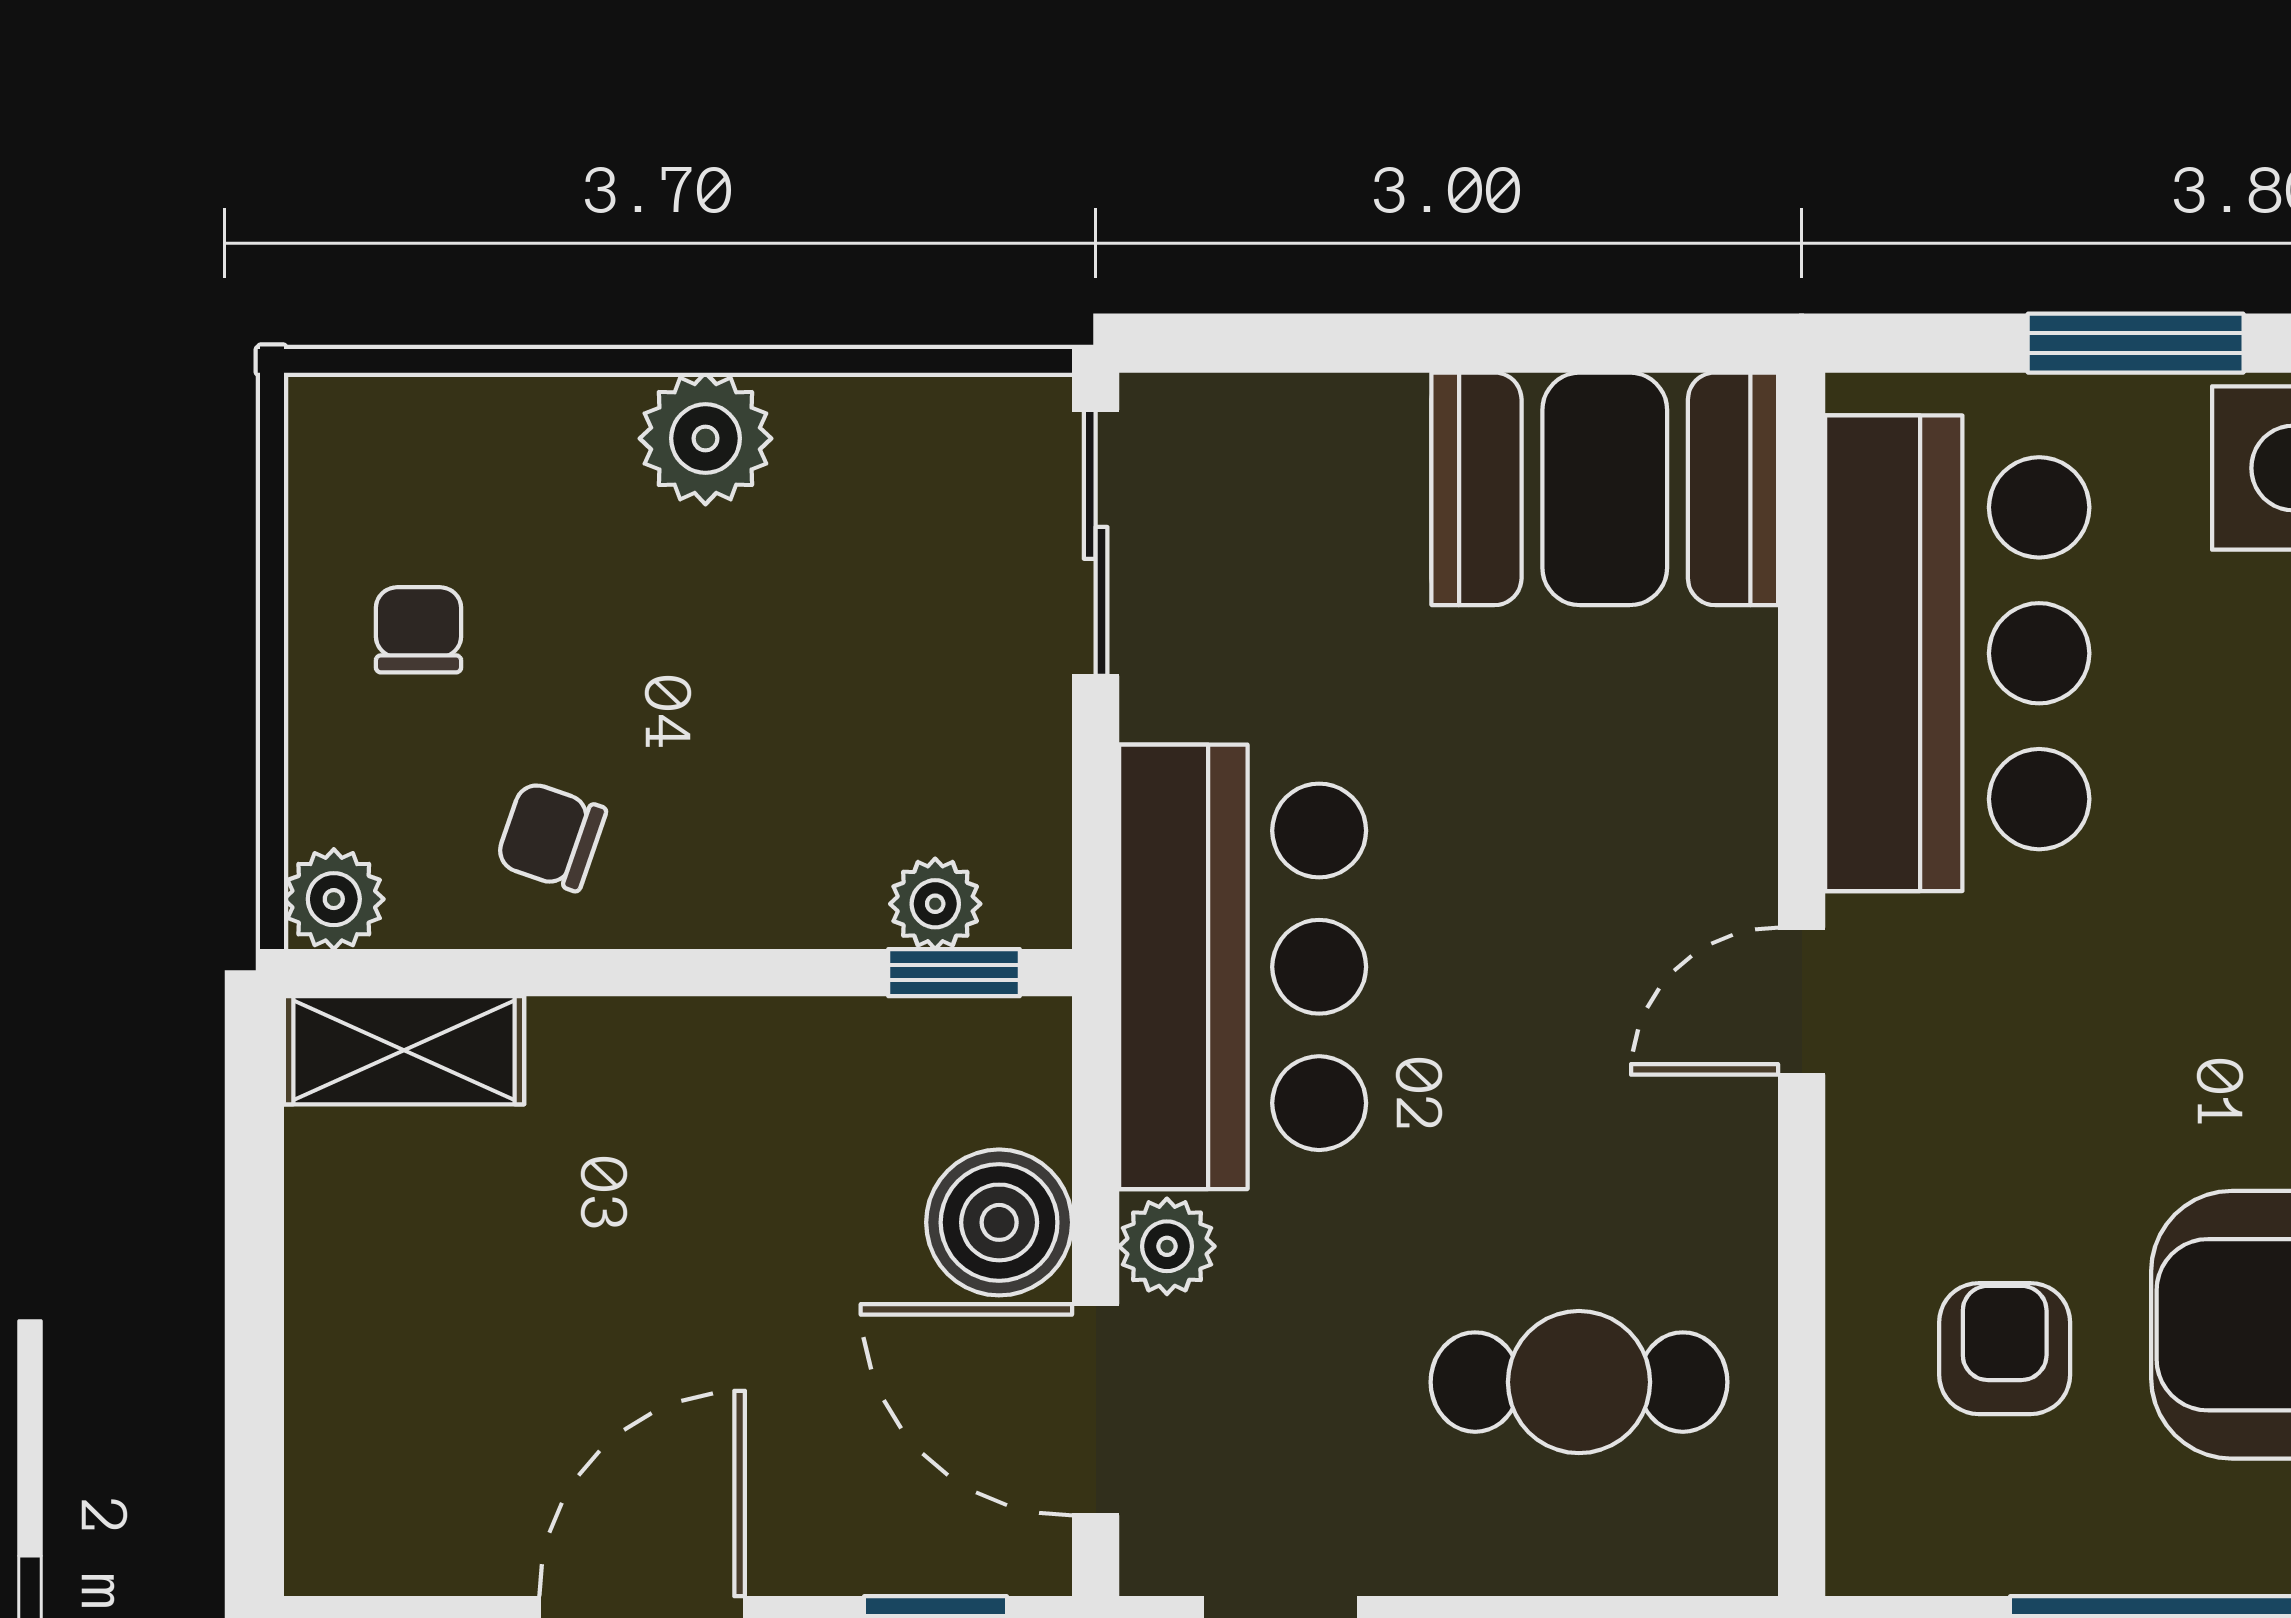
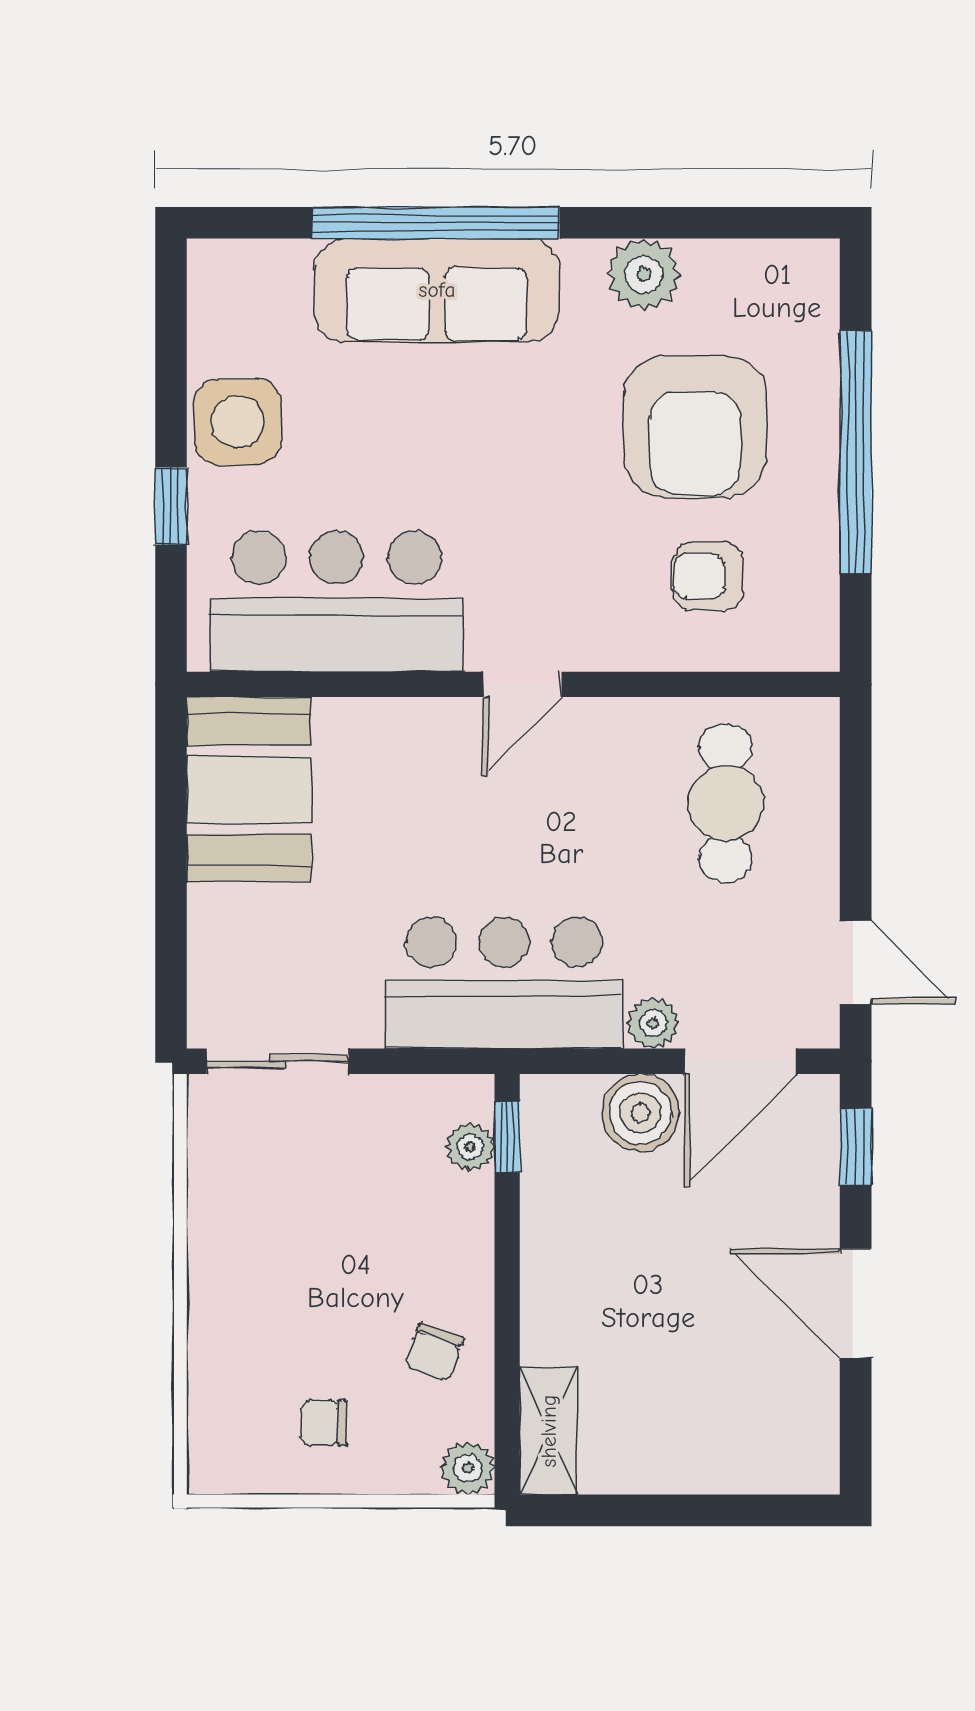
window: (2136, 343) -> (171, 506), width x0.67
plant: (705, 438) -> (222, 1270), removed
door: (1802, 1001) -> (522, 684), hinge flipped

